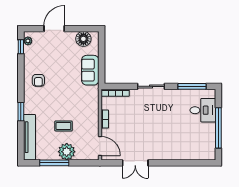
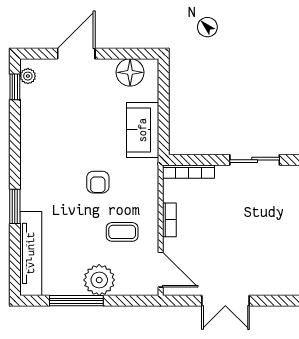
armchair: (38, 80) -> (98, 182), moved
coffee table: (63, 126) -> (122, 232), moved

